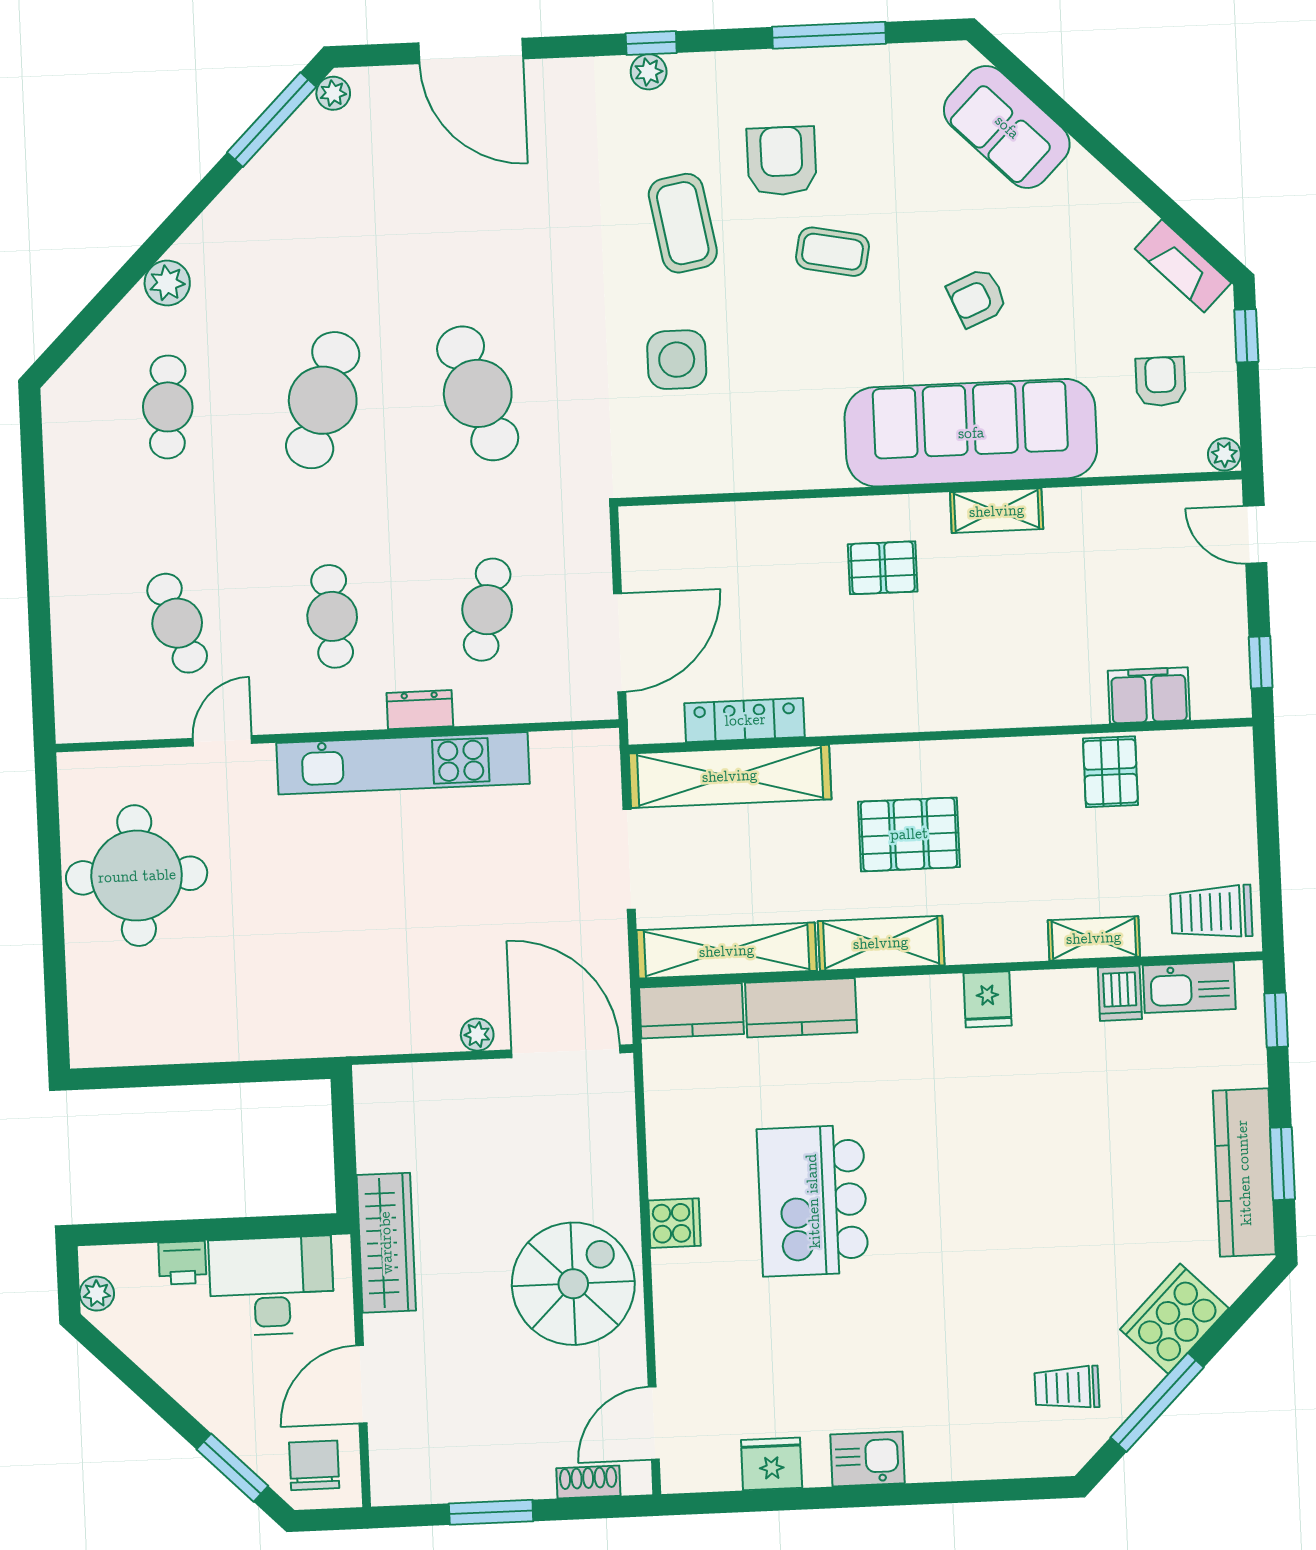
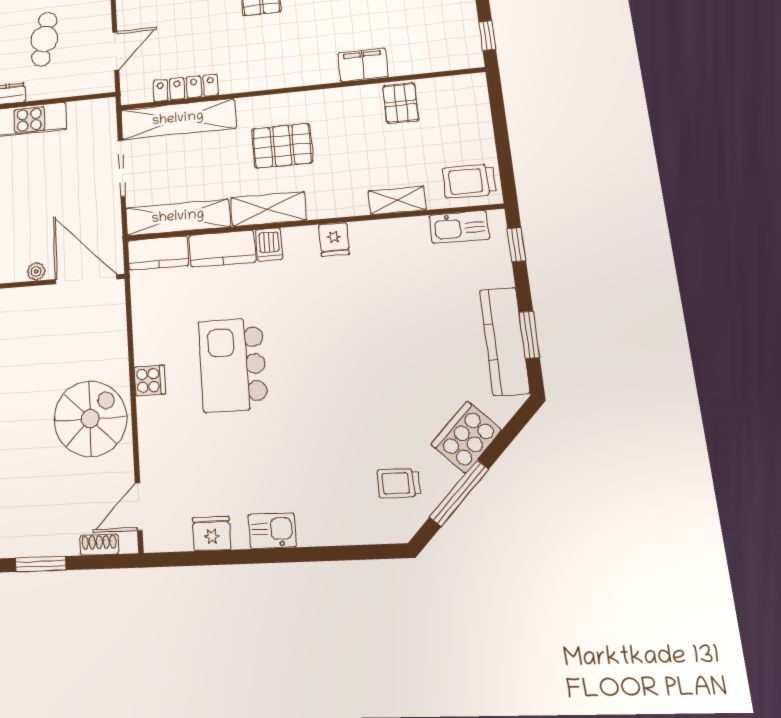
door: (620, 643) -> (116, 51), width x0.73
filing cabinet: (1149, 695) -> (363, 65), moved
dishwasher: (1120, 993) -> (269, 245), moved

